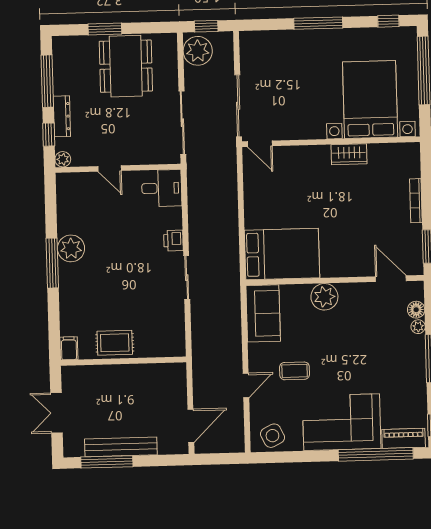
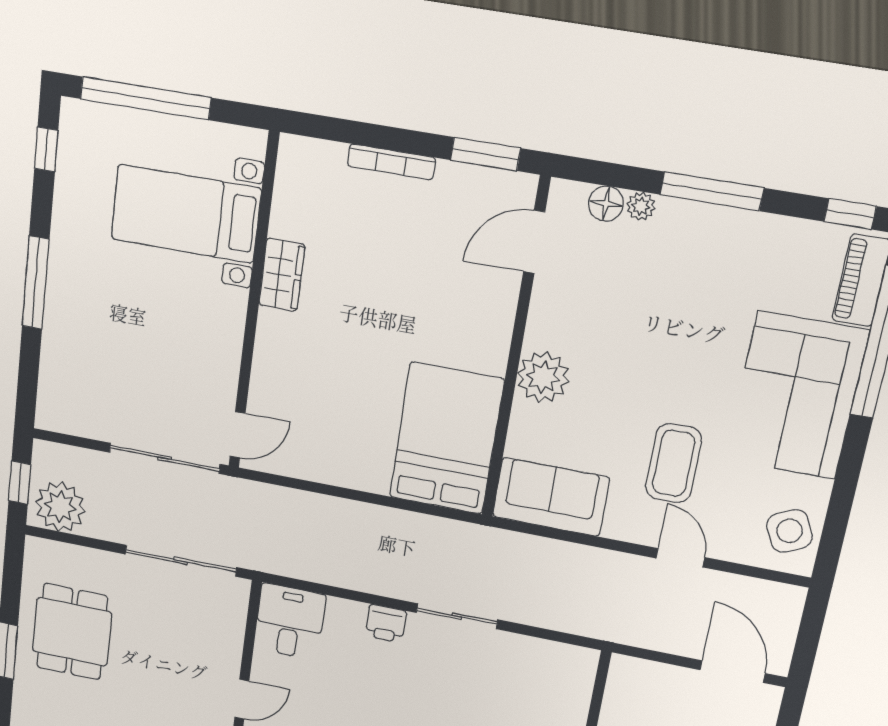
dining table: (126, 66) -> (72, 632), width x0.73
bed with nightstands: (370, 99) -> (186, 214), width x0.73
coffee table: (295, 371) -> (674, 463), width x1.36, depth x1.30

